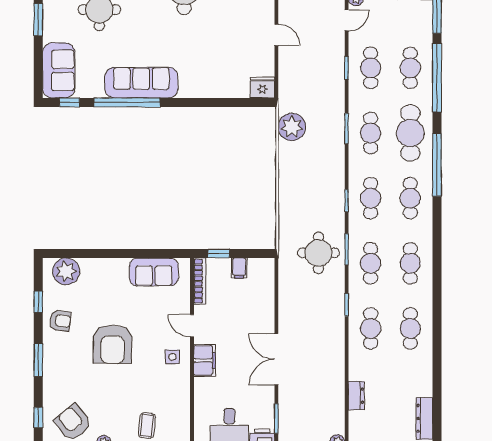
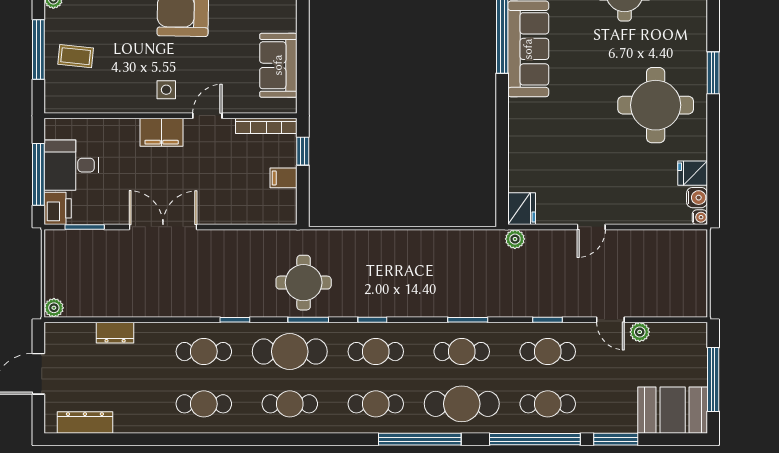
plant: (292, 127) -> (515, 239), moved, width x0.53, depth x0.53
cafe table: (371, 263) -> (290, 352), width x1.37, depth x1.35

